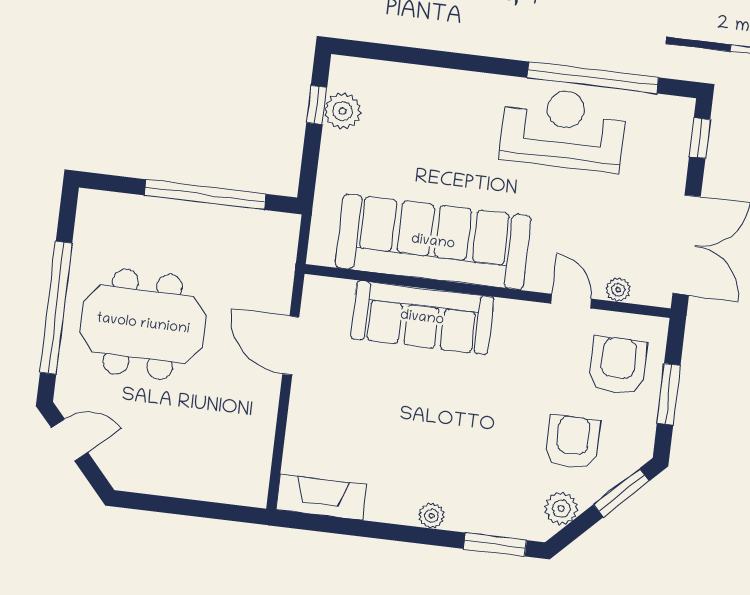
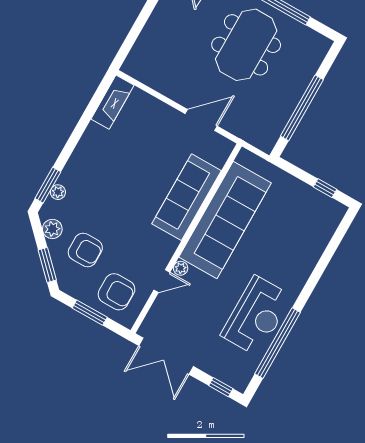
plant: (343, 111) -> (316, 201), removed
plant: (618, 290) -> (181, 268), moved
plant: (431, 516) -> (58, 192), moved

